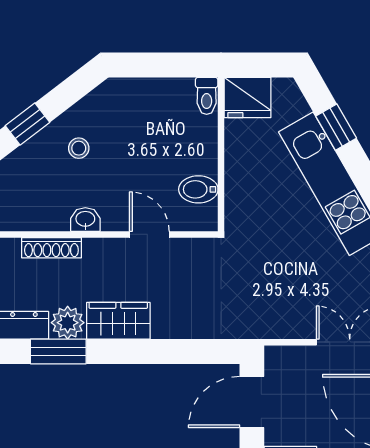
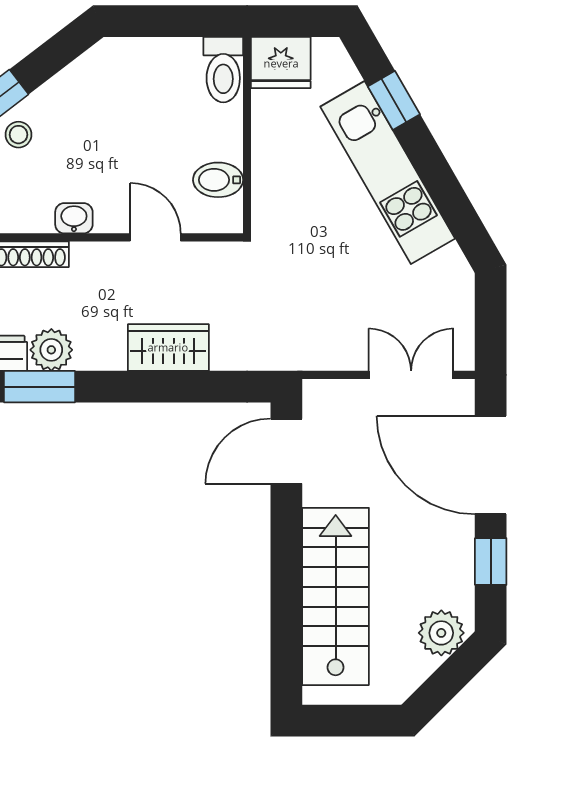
toilet: (207, 96) -> (223, 70), width x1.37, depth x1.39
stool: (79, 148) -> (18, 135), moved
wardrobe: (118, 321) -> (168, 347), moved

